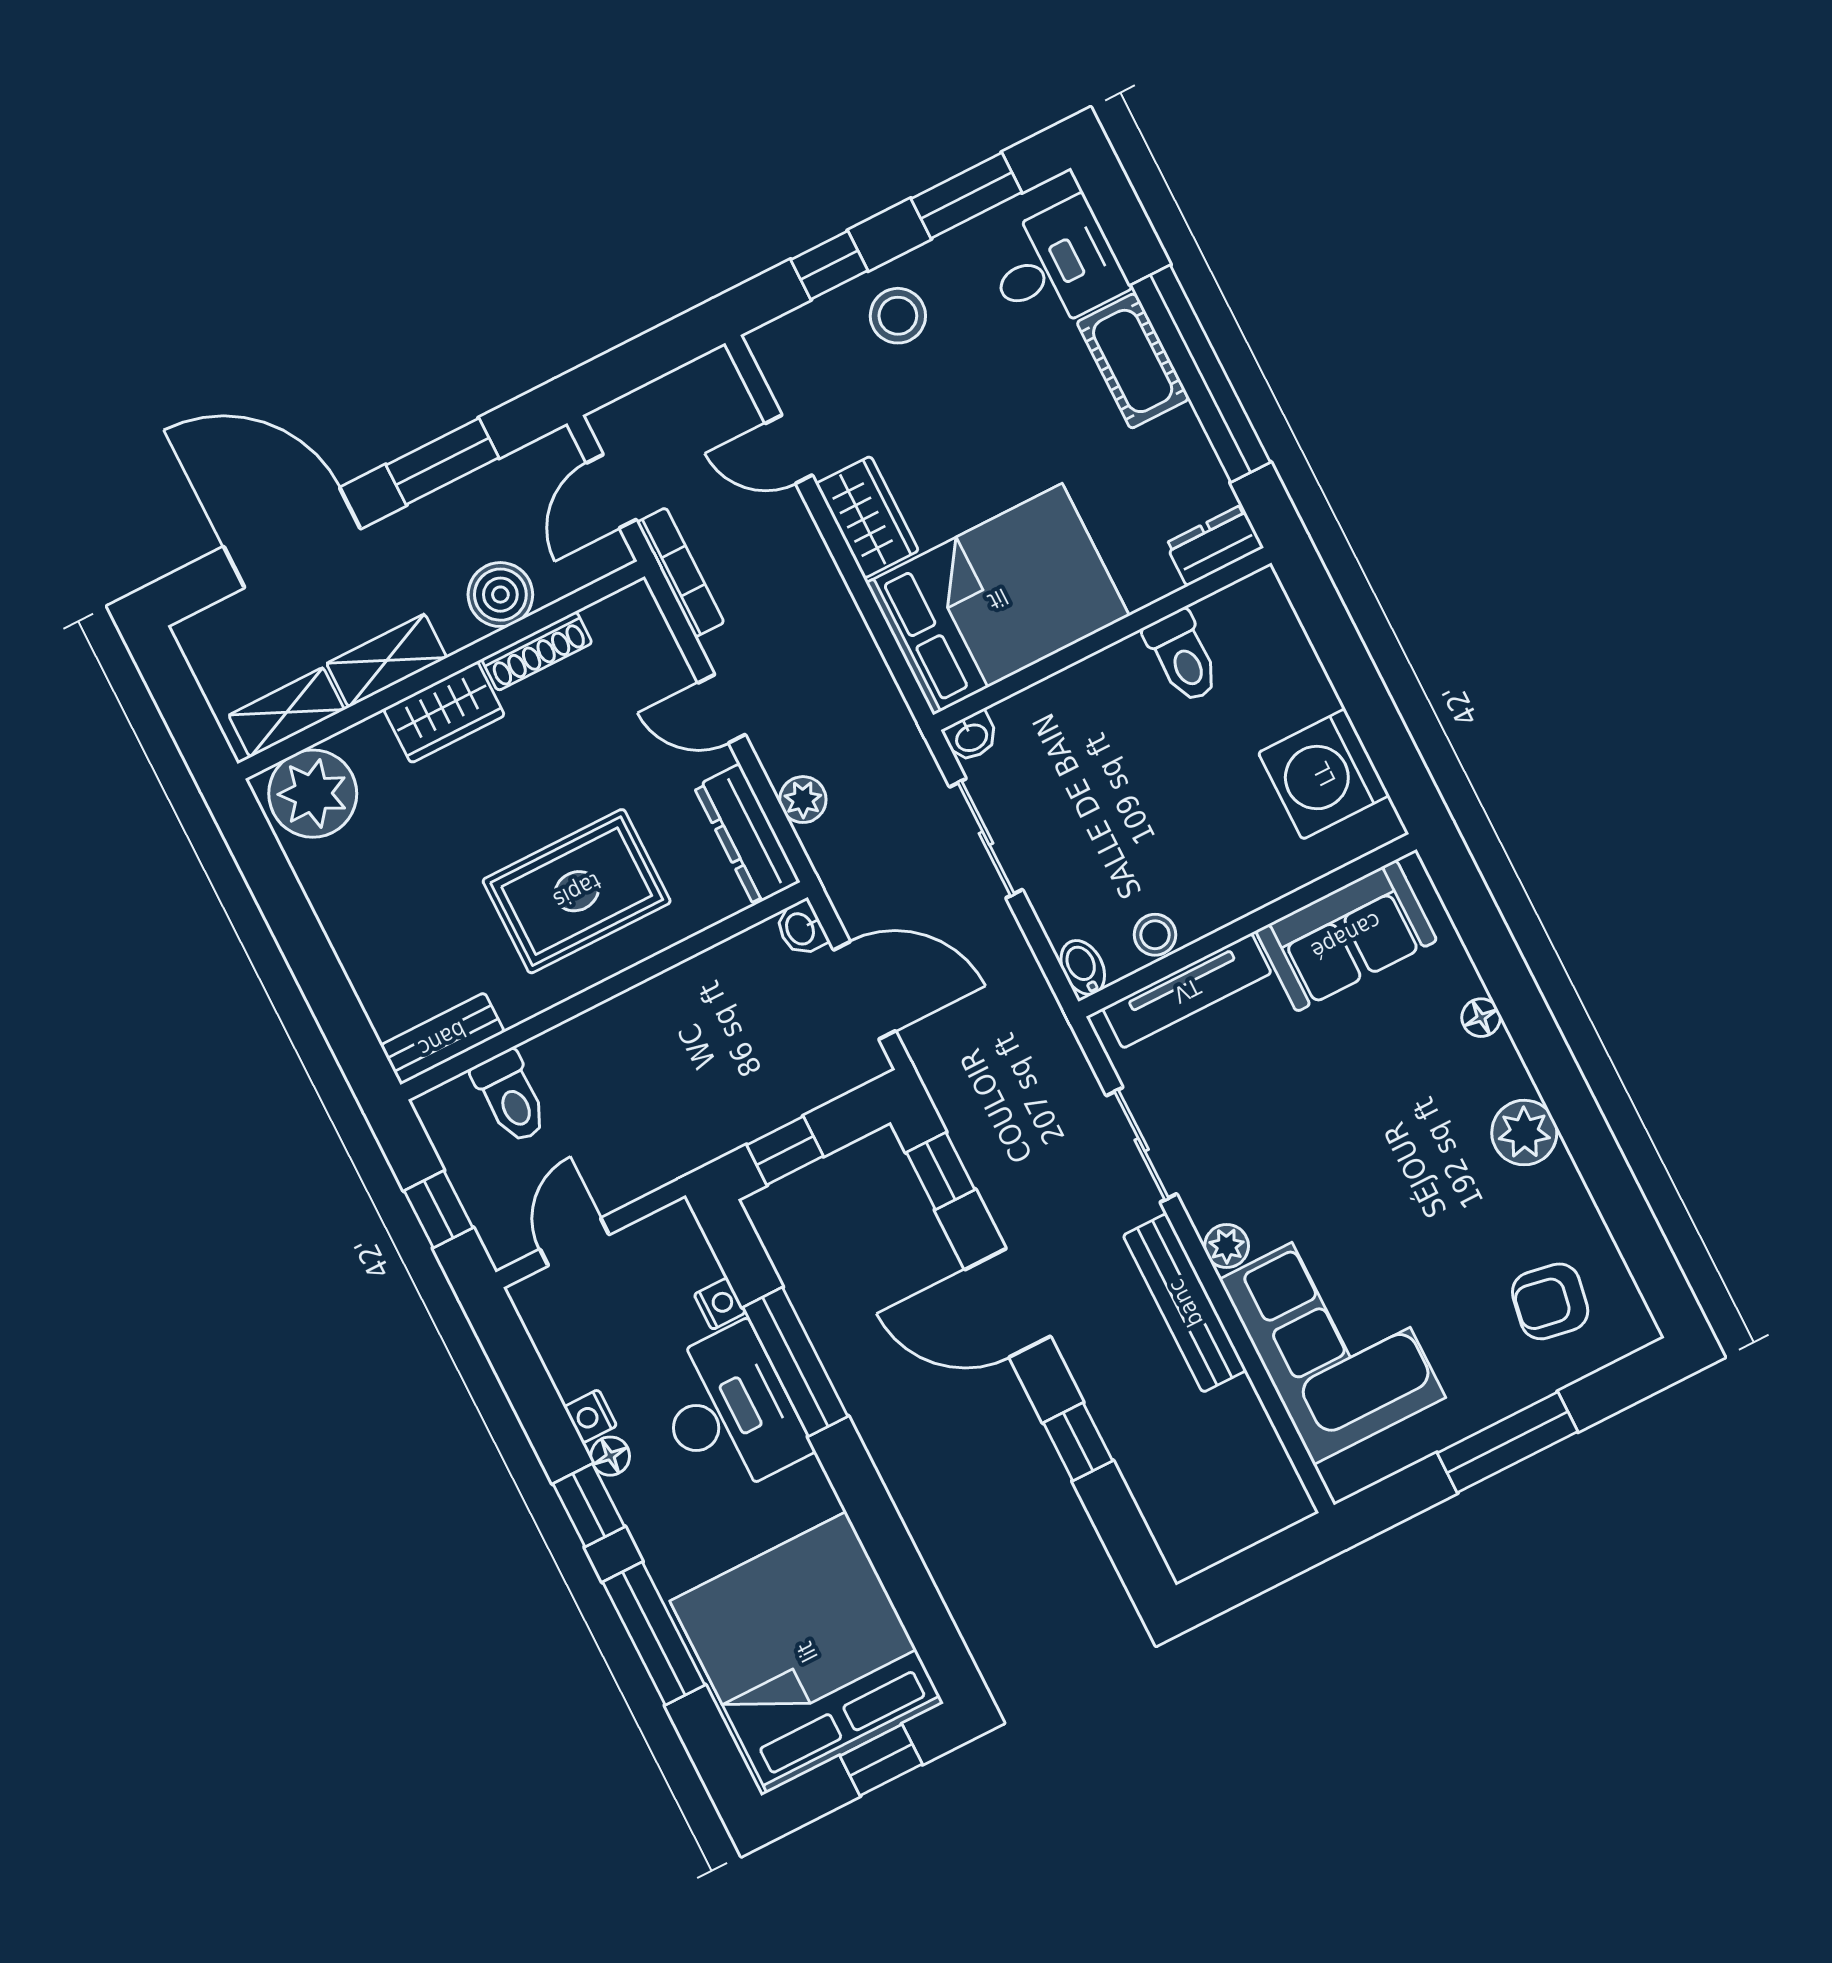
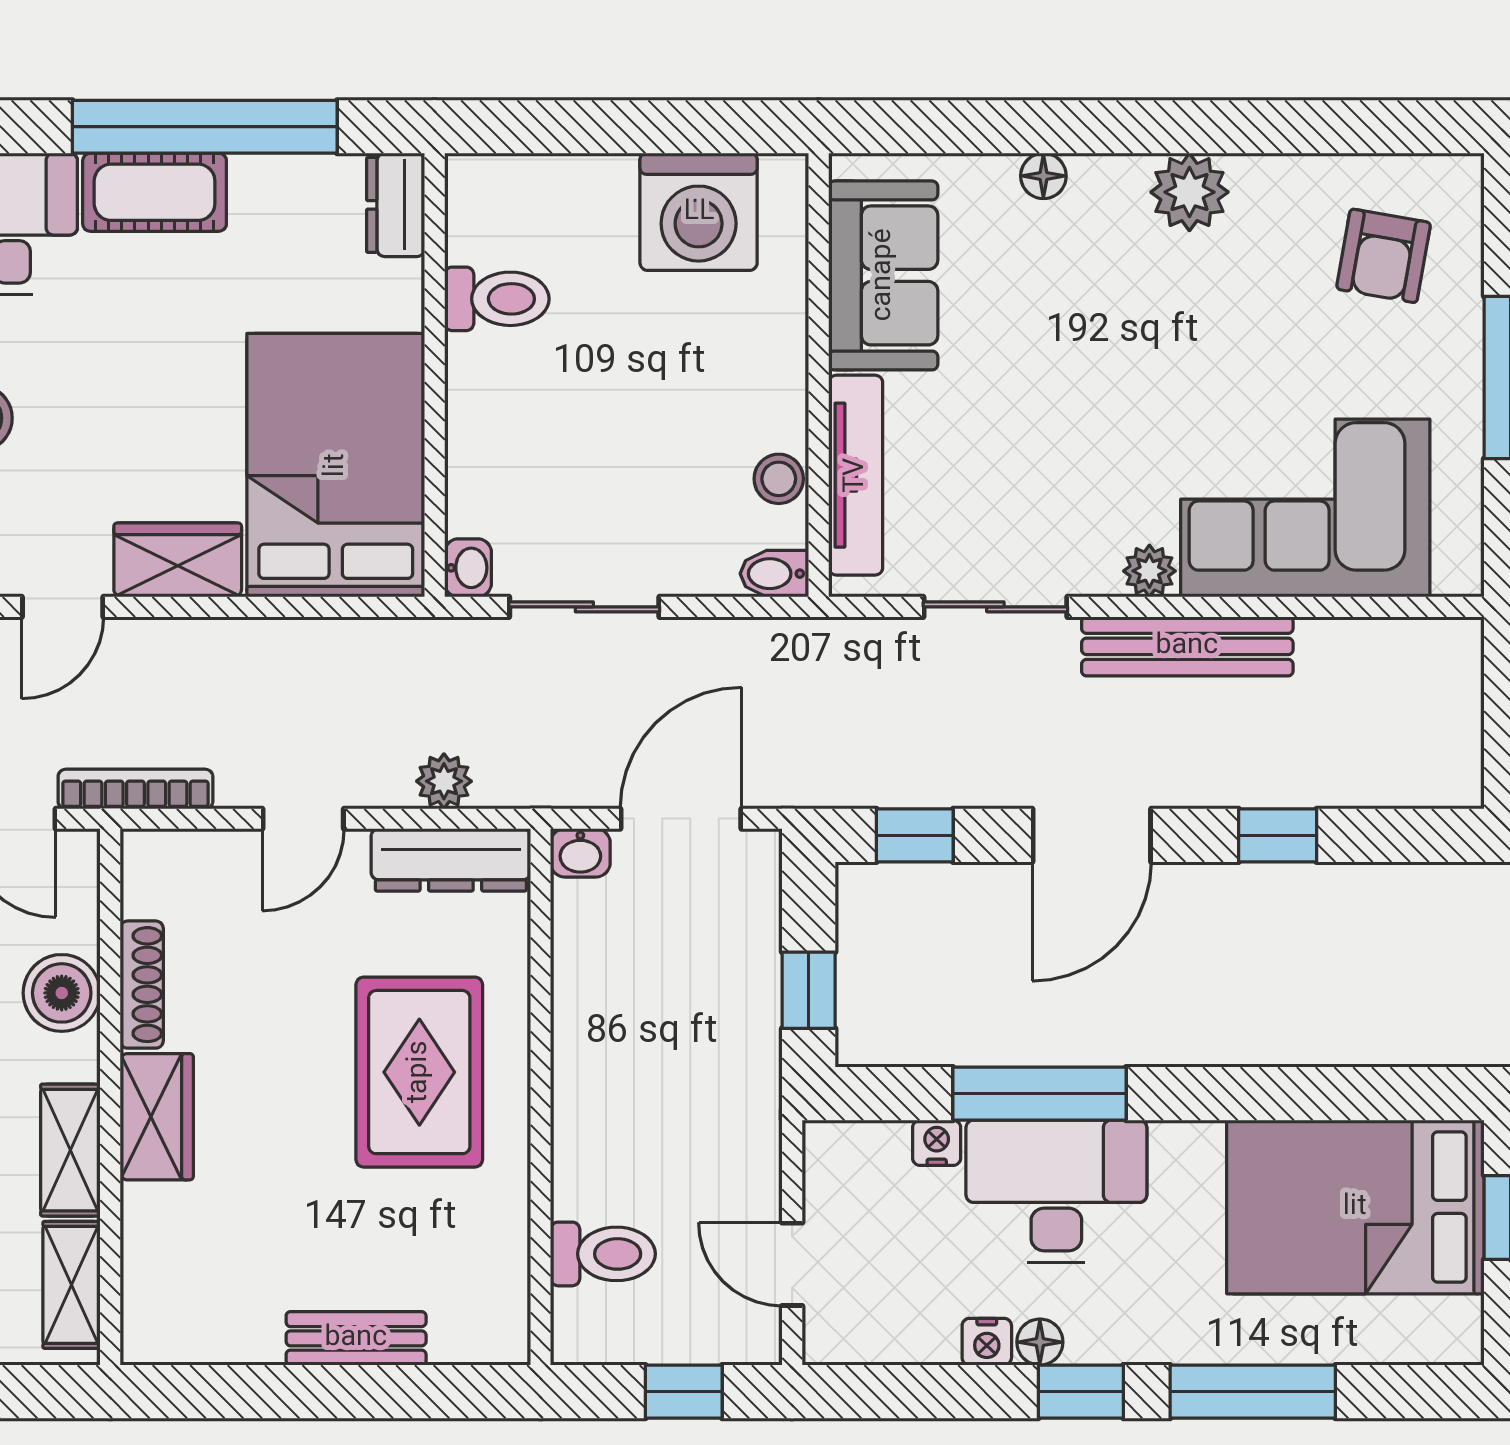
plant: (313, 794) -> (172, 1301), removed
bench: (442, 1039) -> (356, 1338), moved, turned 90
bed: (807, 1652) -> (1355, 1207), width x0.73

